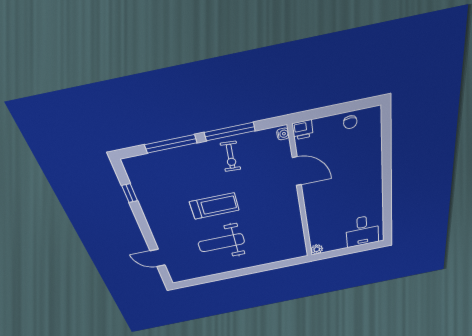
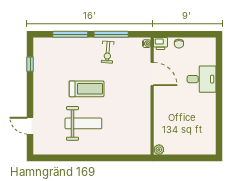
chair: (350, 122) -> (179, 44), moved
desk: (362, 231) -> (202, 79), moved, turned -90
weight bench: (221, 243) -> (83, 123), turned 180

